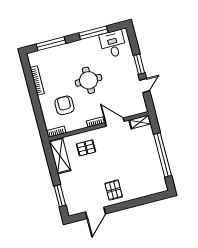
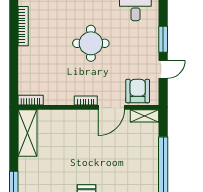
armchair: (64, 105) -> (138, 91), moved
door: (115, 122) -> (111, 107), swing flipped
pallet: (86, 148) -> (65, 132), removed

